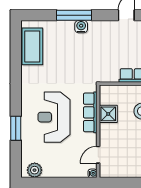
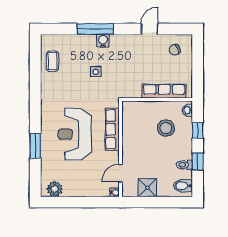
coffee table: (32, 46) -> (52, 61), width x0.54, depth x0.58
side table: (74, 57) -> (96, 72), added
shower: (108, 114) -> (147, 188), moved

